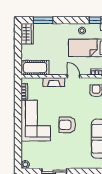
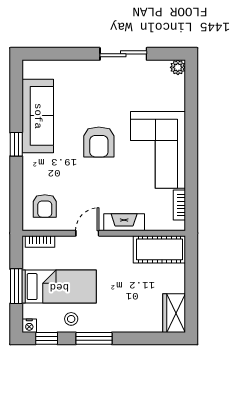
window: (43, 20) -> (94, 338), moved
door: (73, 76) -> (87, 233), swing flipped
armchair: (67, 125) -> (99, 142), turned 90

